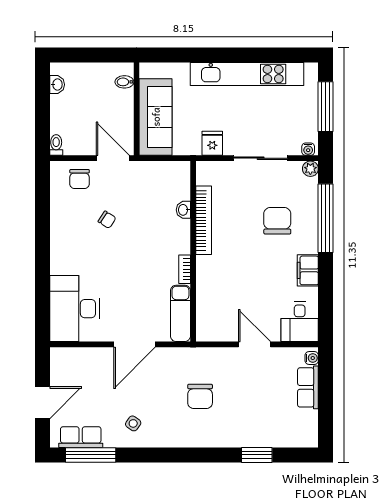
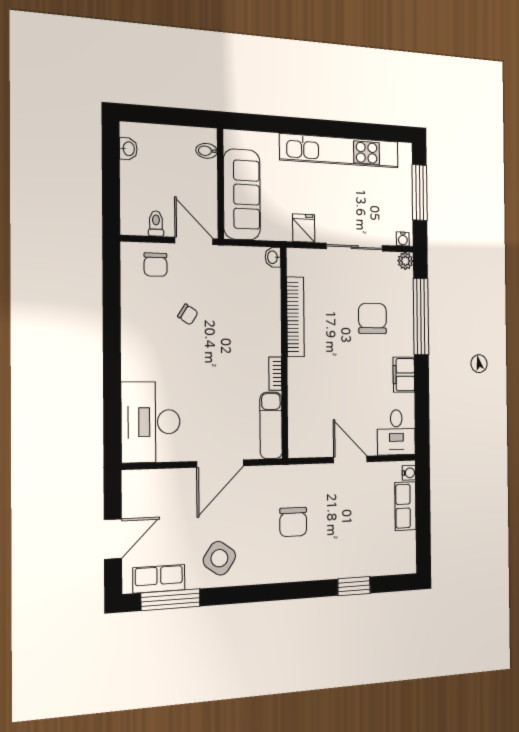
toilet: (56, 145) -> (156, 224), moved
washbasin: (183, 210) -> (273, 257), moved
side table: (133, 423) -> (219, 558), width x1.87, depth x1.87

